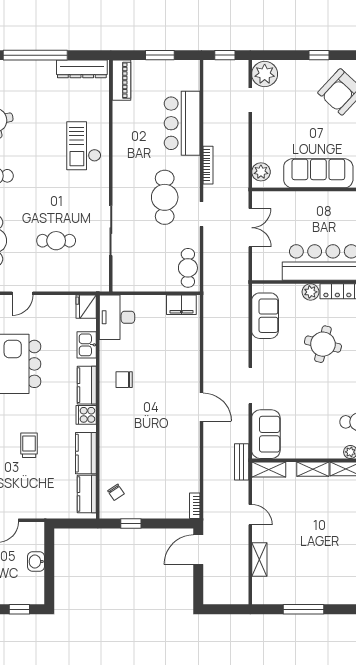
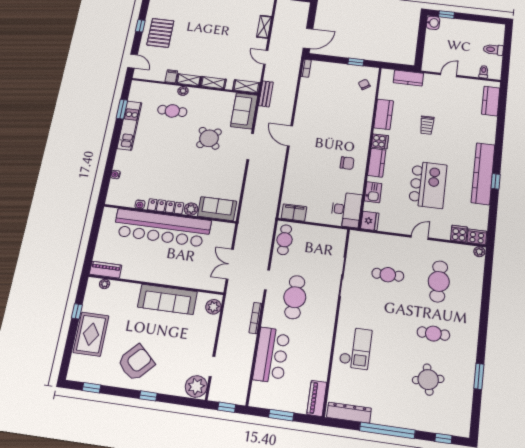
sofa: (265, 316) -> (217, 209), moved, turned 90
round table: (323, 344) -> (209, 138), moved, turned 30
kitchen counter: (87, 494) -> (408, 78), moved, turned 90
washbasin: (36, 562) -> (433, 23), moved

